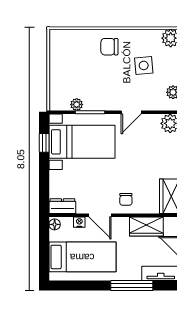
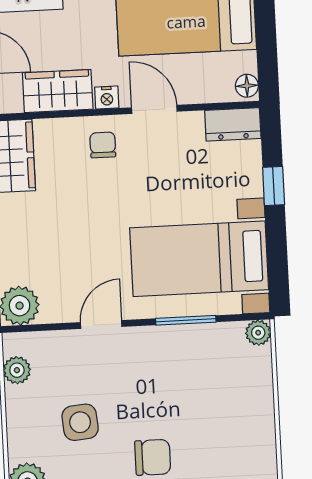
plant: (77, 104) -> (258, 333), moved
window: (44, 143) -> (274, 186), moved
nightstand: (79, 222) -> (107, 98), moved

